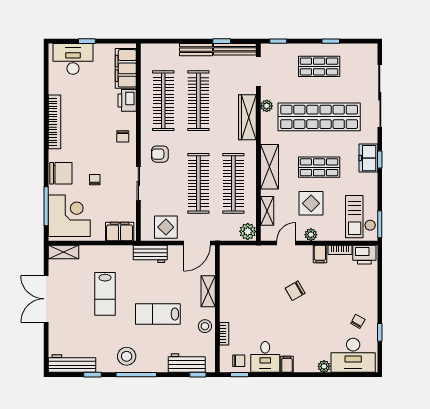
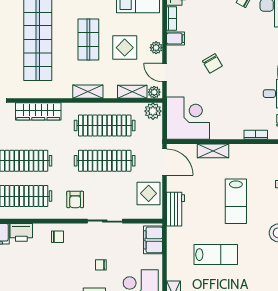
plant: (267, 106) -> (154, 92), moved
shelving: (269, 167) -> (88, 92), width x0.67, depth x0.75
corner desk: (241, 266) -> (188, 118), added
stool: (205, 326) -> (248, 154), removed

